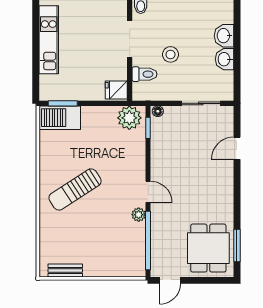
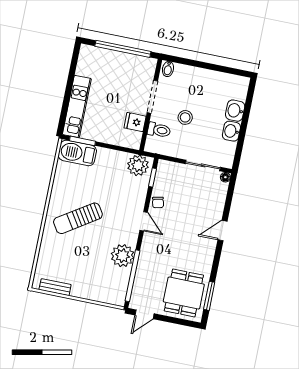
kitchen unit: (49, 40) -> (77, 107), moved
fridge: (116, 90) -> (135, 122), moved
floor lamp: (158, 111) -> (225, 177), moved
door: (237, 148) -> (222, 231), moved
chair: (160, 154) -> (158, 202), added
door: (148, 192) -> (144, 221), moved
plant: (139, 215) -> (123, 256), width x1.88, depth x1.88

